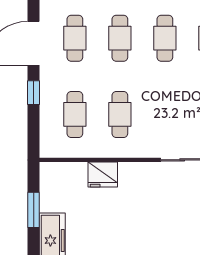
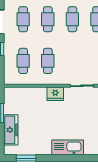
fridge: (103, 174) -> (55, 94), moved

